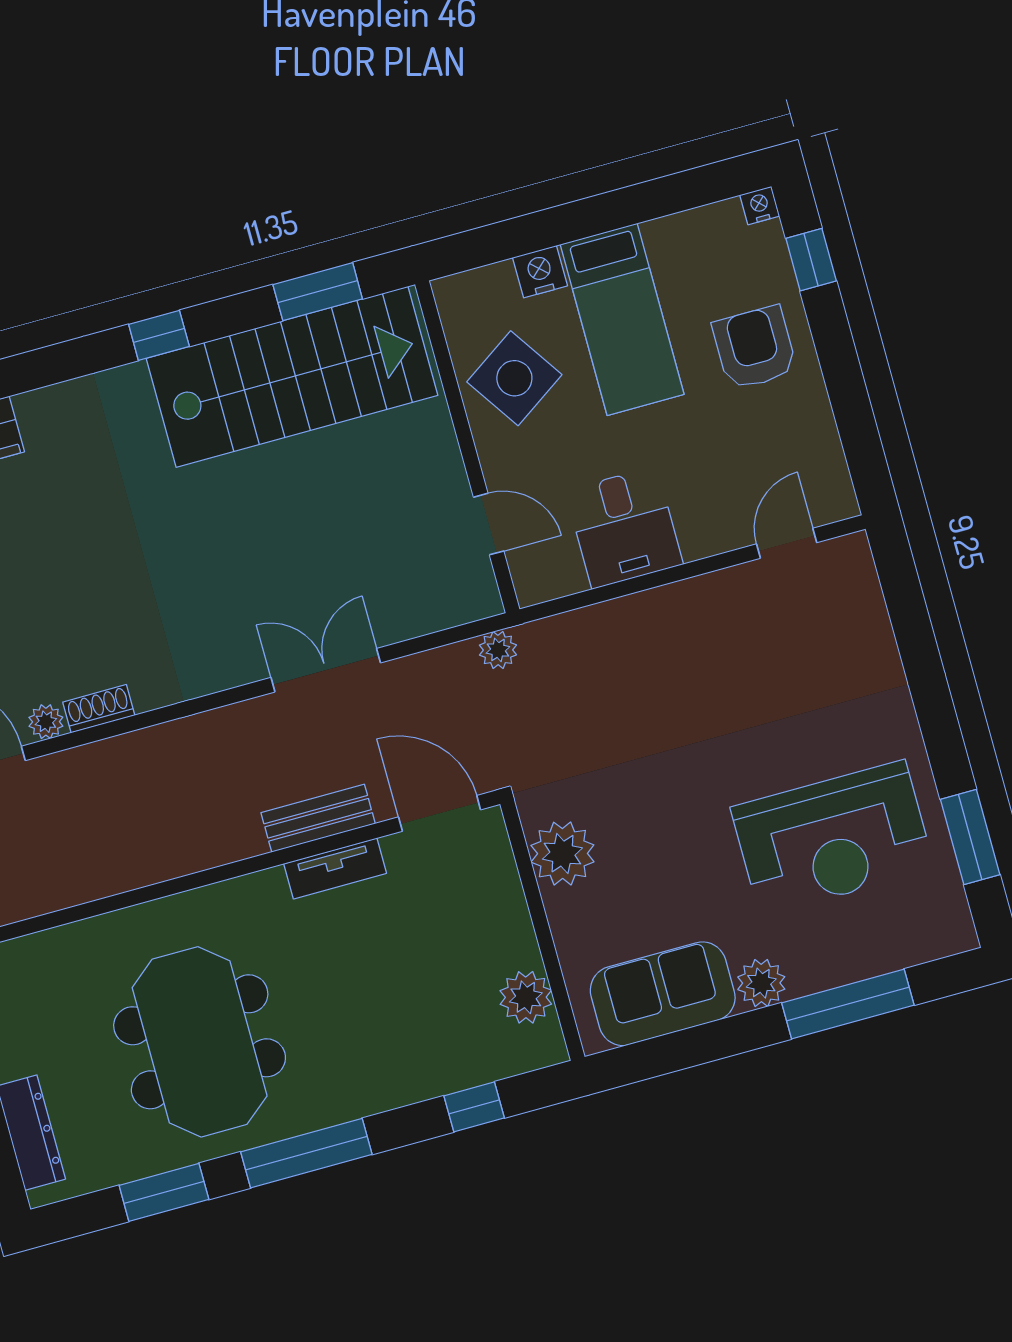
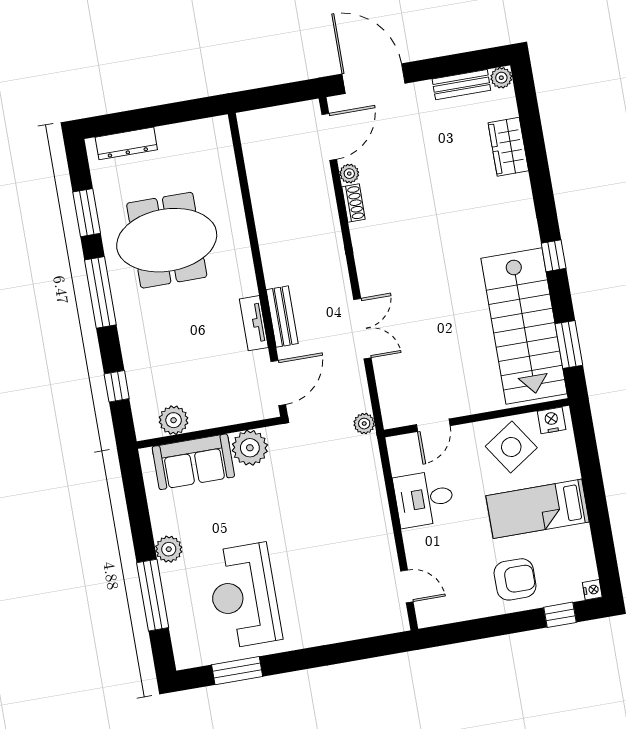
nightstand: (540, 272) -> (552, 420), moved, turned -90
sofa: (663, 994) -> (193, 462), moved, turned 90

